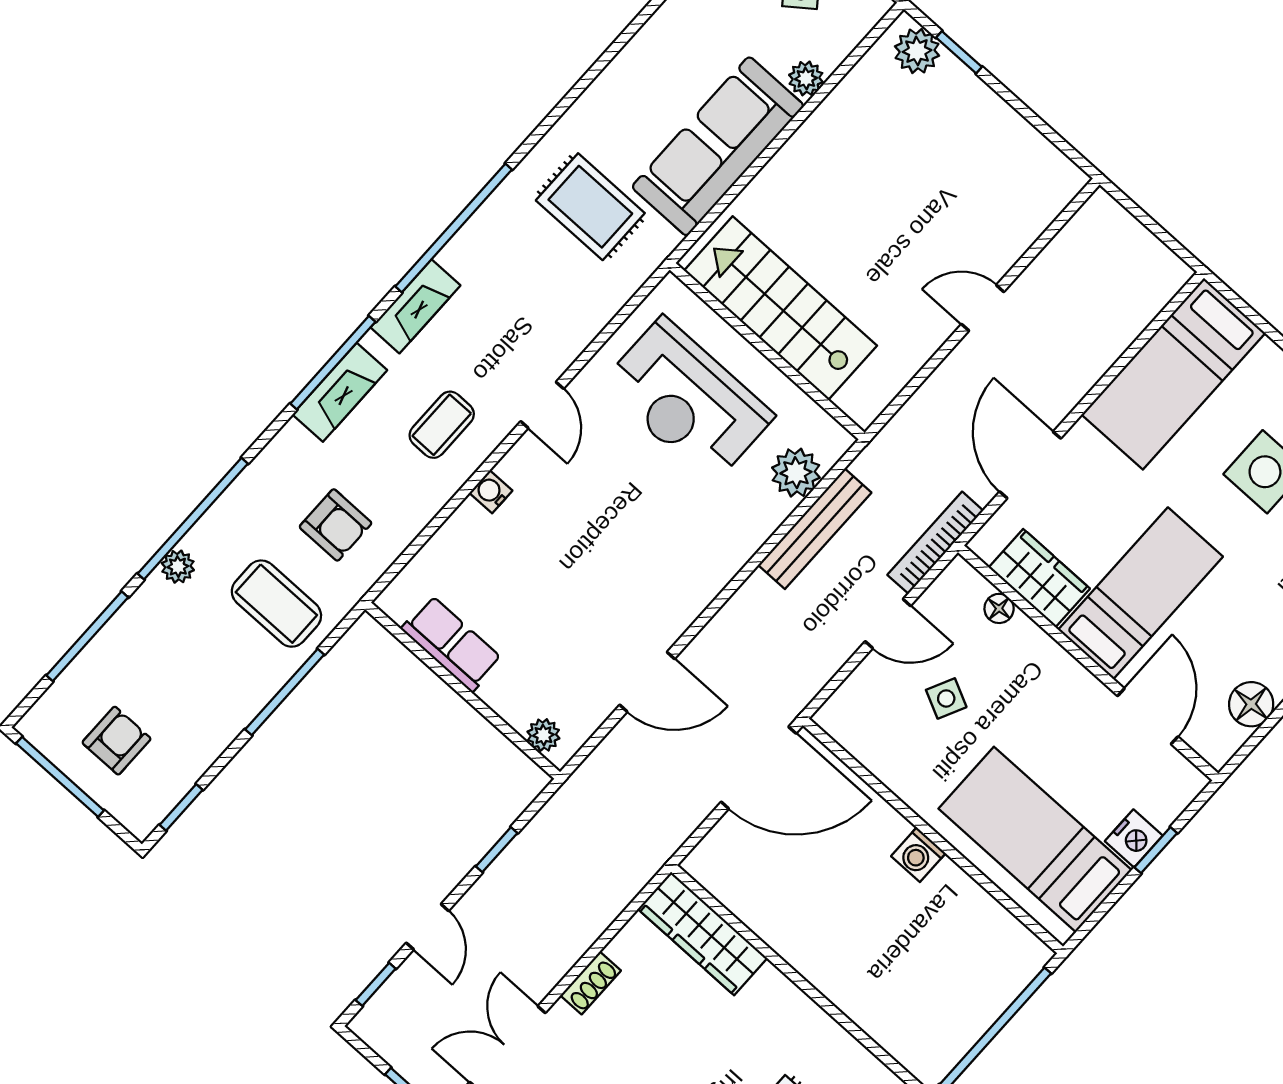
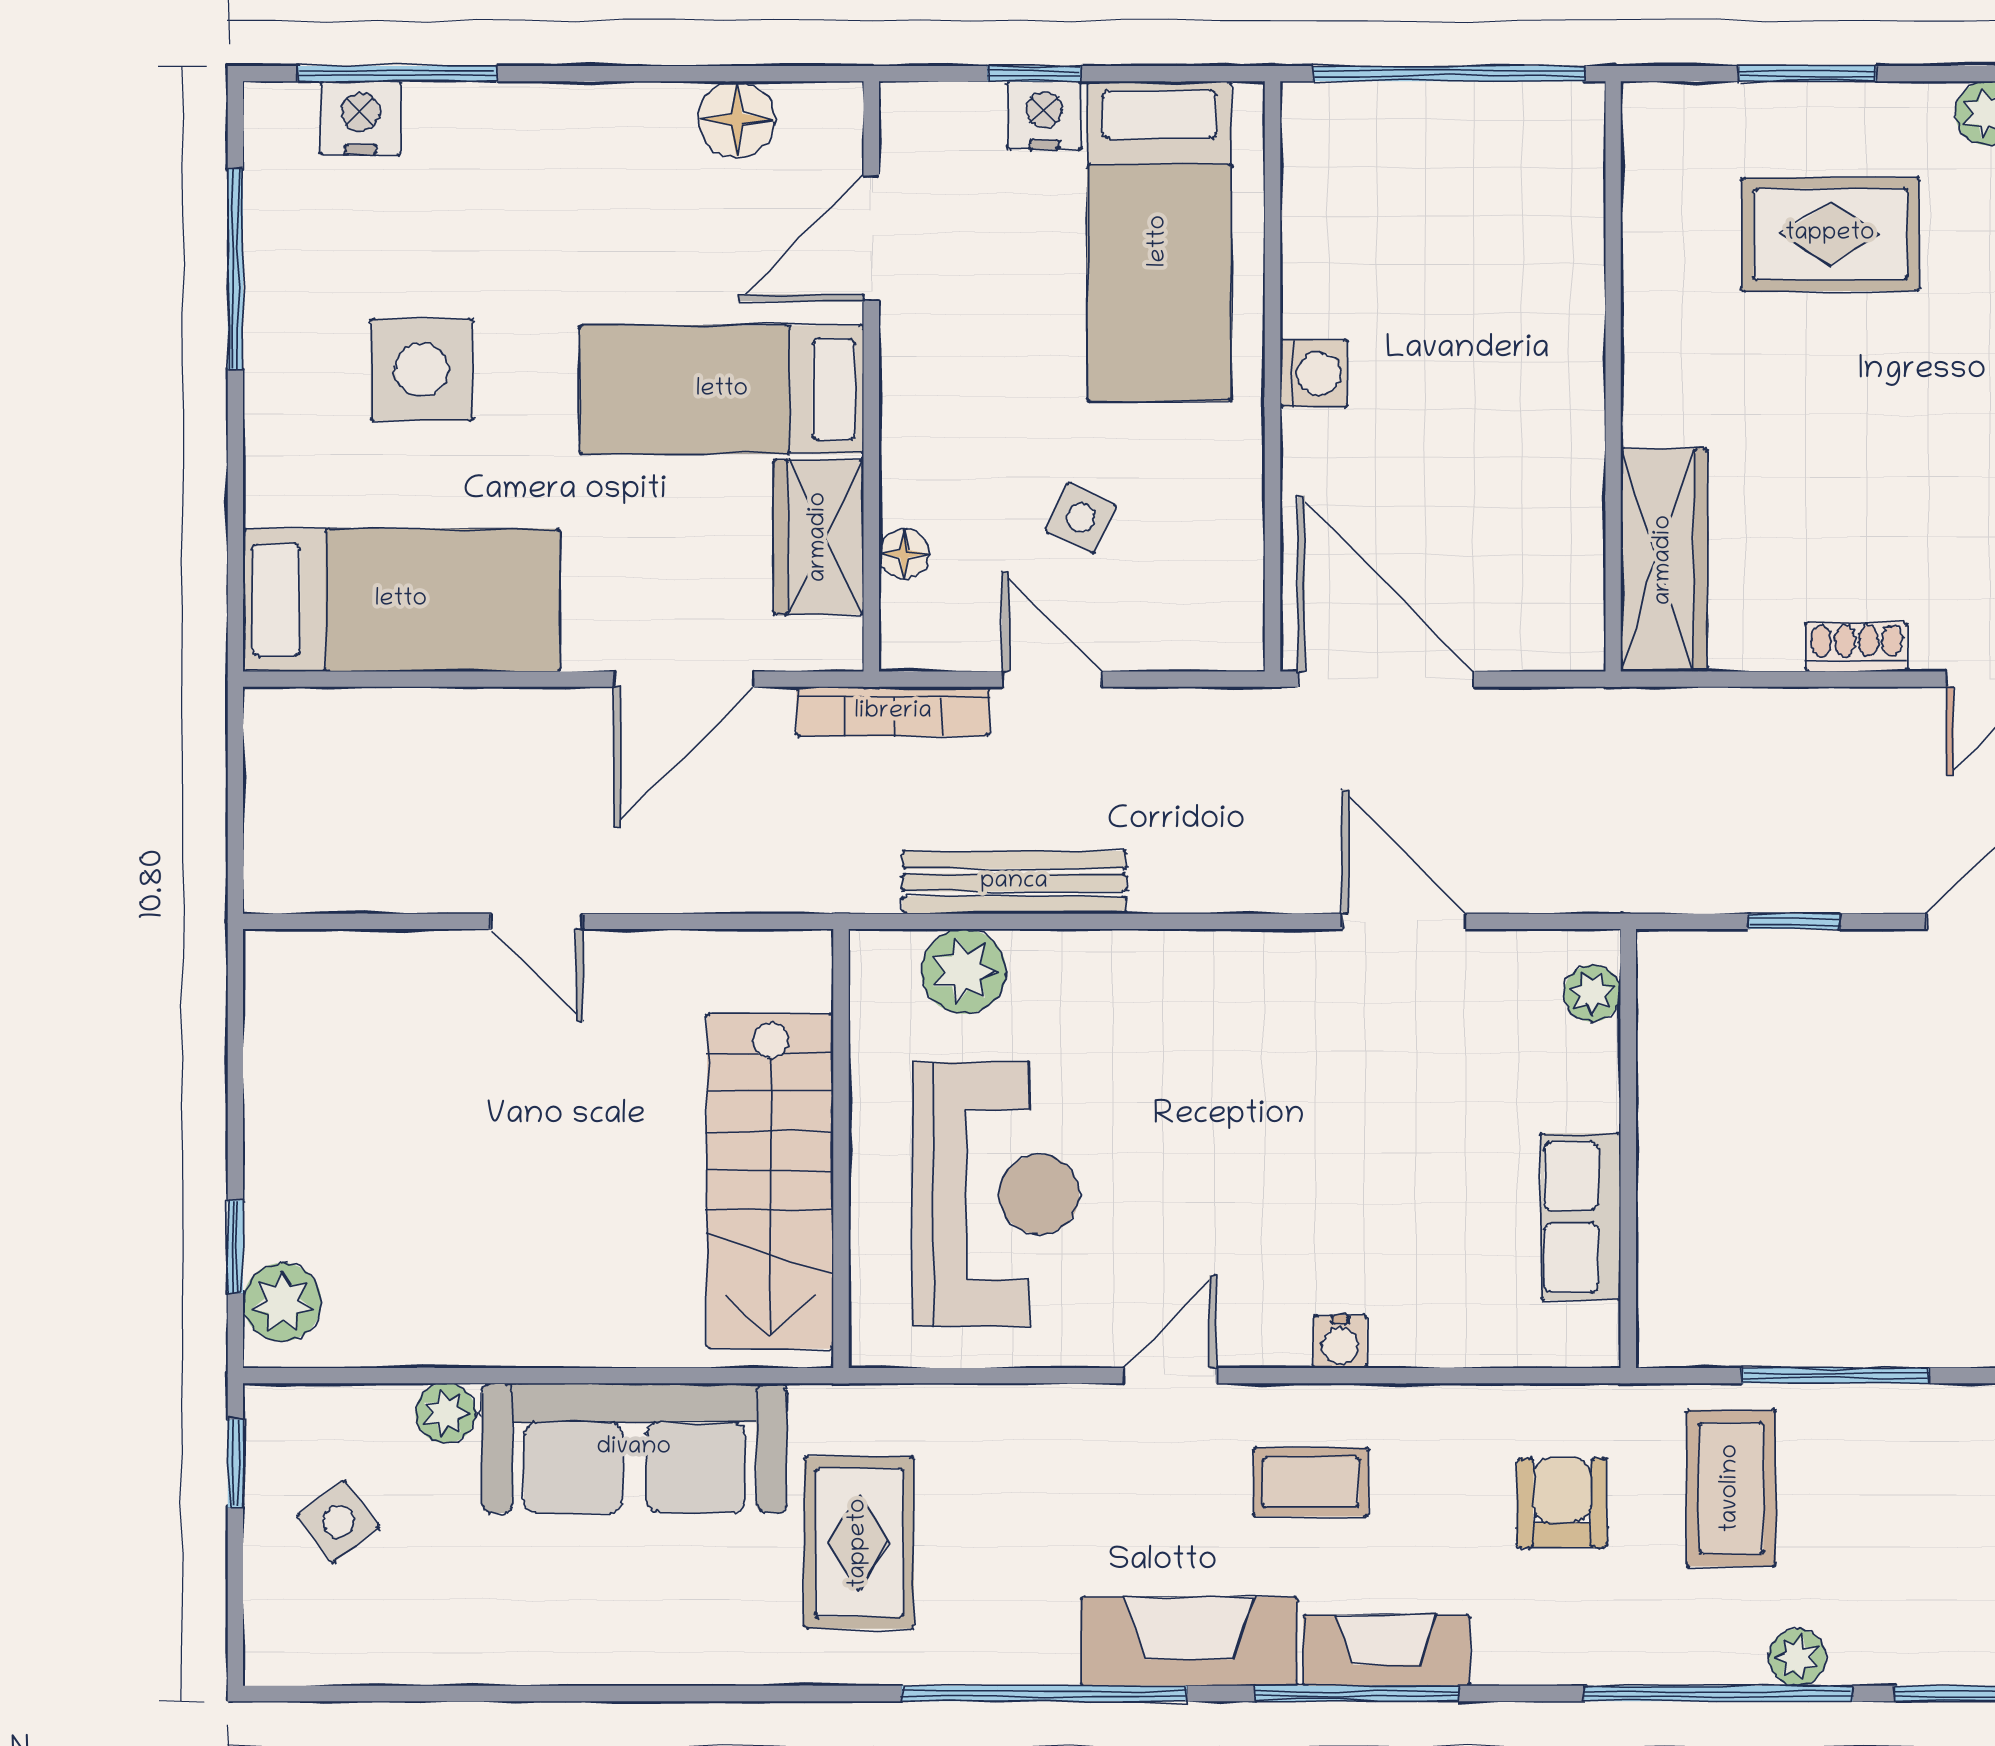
fireplace: (415, 306) -> (1189, 1641), width x1.37, depth x1.32

